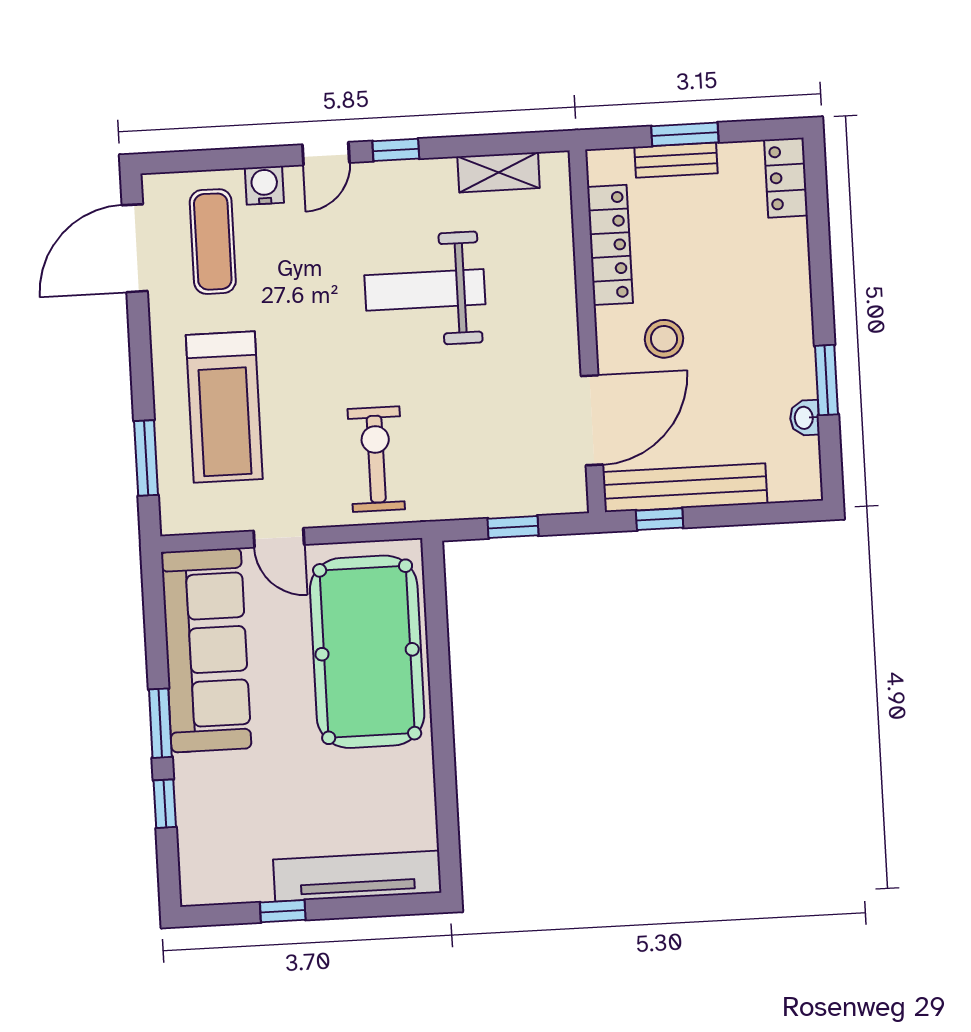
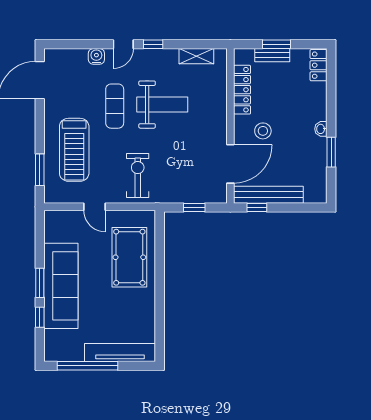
exercise mat: (213, 242) -> (115, 106), moved
weight bench: (425, 290) -> (162, 105), turned 180
washbasin: (805, 418) -> (321, 129), moved
sofa: (206, 650) -> (61, 286), moved
pool table: (367, 652) -> (129, 257), width x0.73, depth x0.76
window: (283, 911) -> (87, 366), width x3.17

